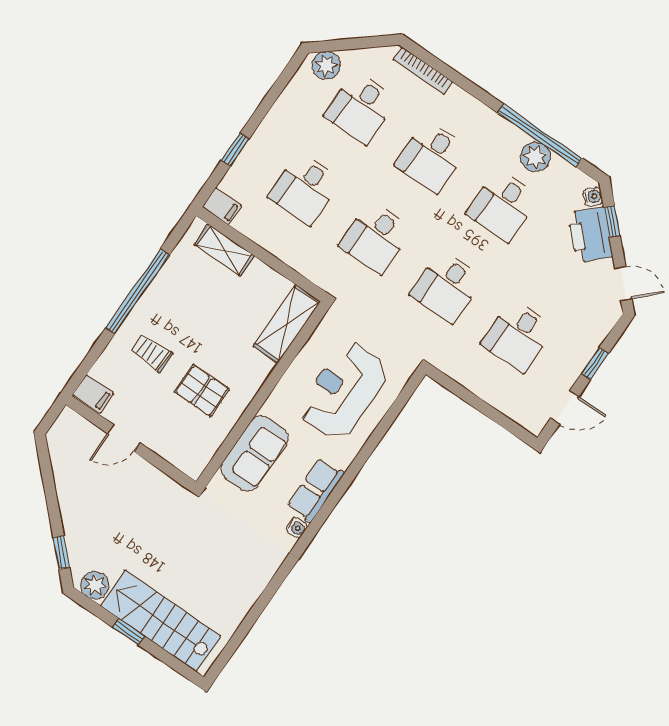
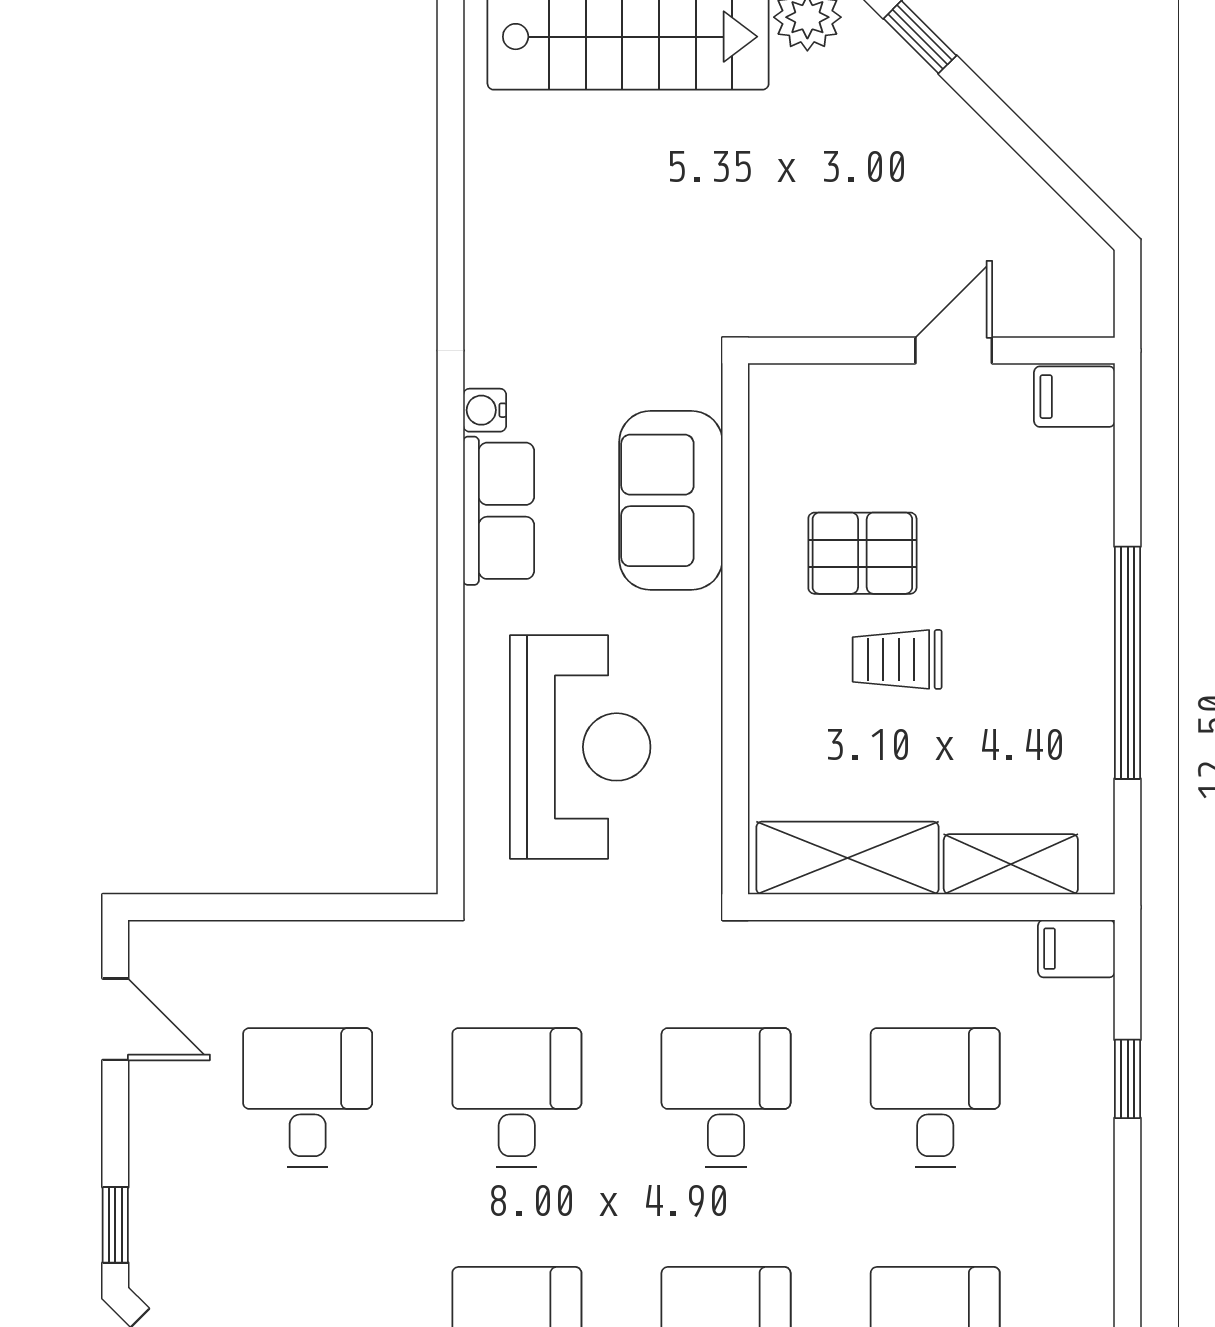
shelving: (287, 324) -> (847, 858), moved, turned 90
trolley: (151, 353) -> (897, 659), moved, turned 180
window: (595, 364) -> (115, 1225), moved
door: (565, 407) -> (115, 1019), swing flipped

